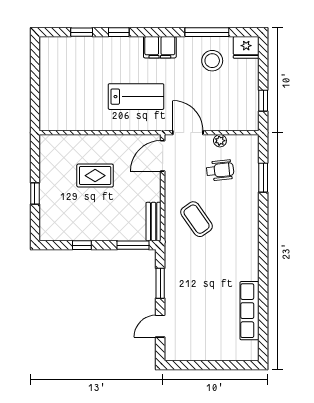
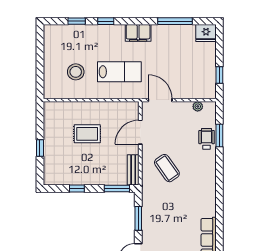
stool: (212, 61) -> (76, 72), moved
plant: (220, 141) -> (198, 106), moved
door: (163, 156) -> (140, 132), moved
wheelchair: (220, 170) -> (207, 139), moved, turned -84

